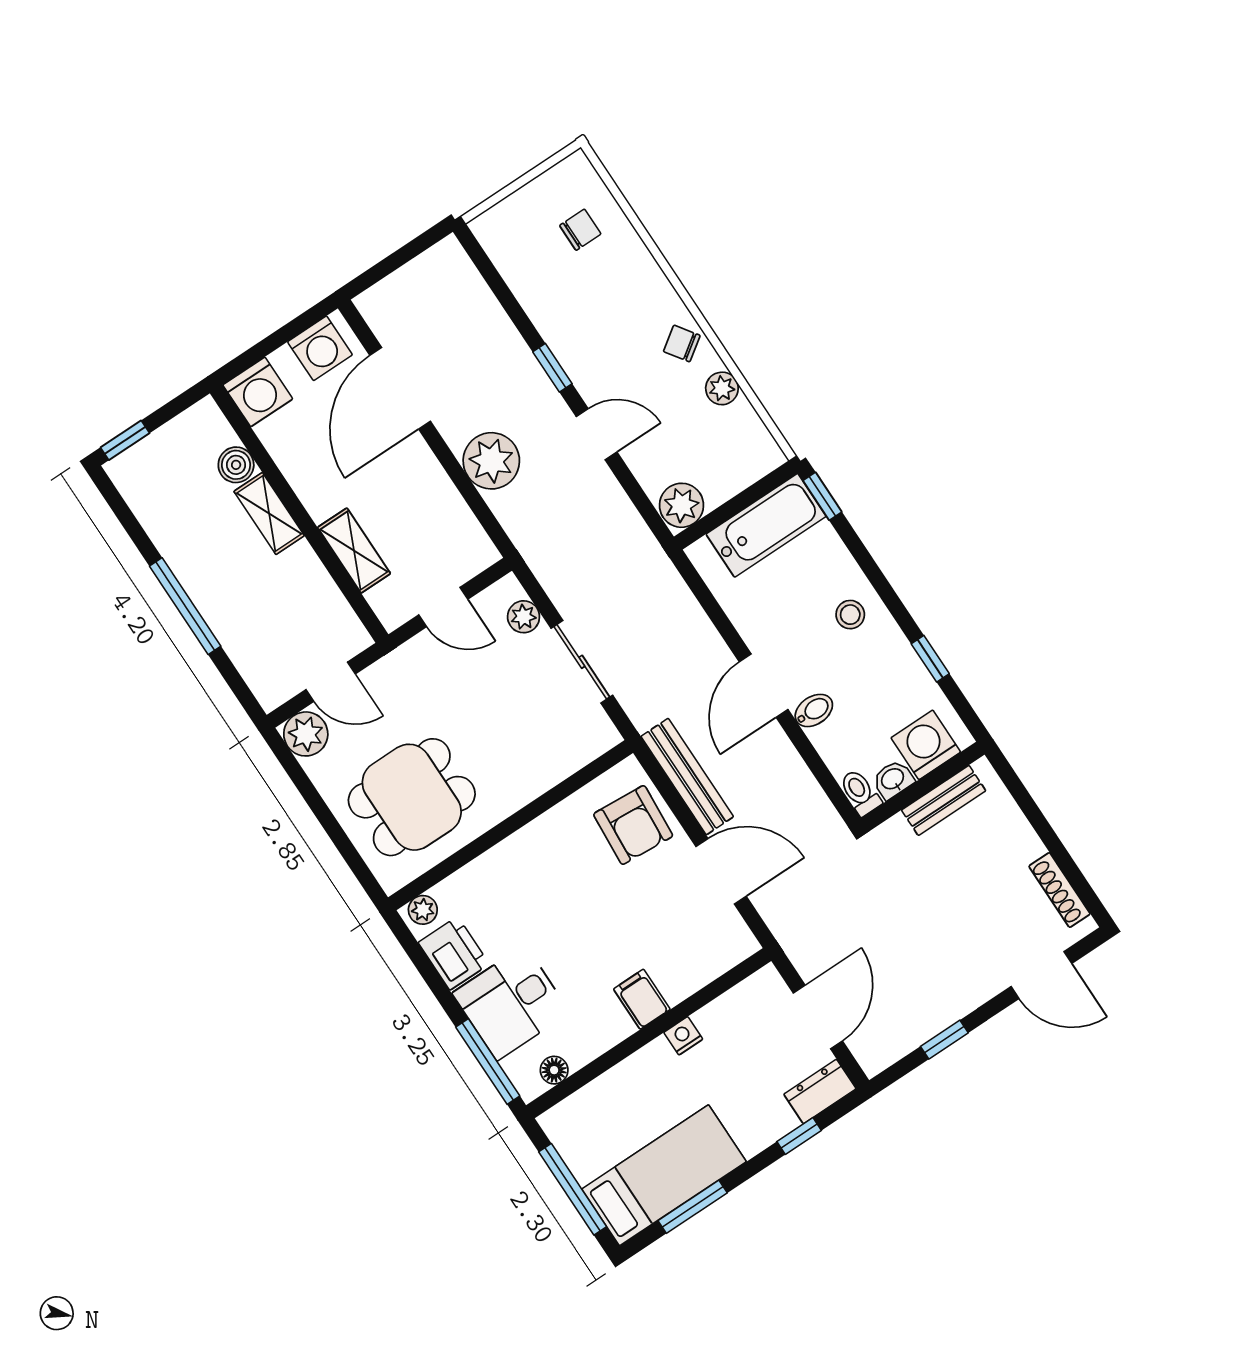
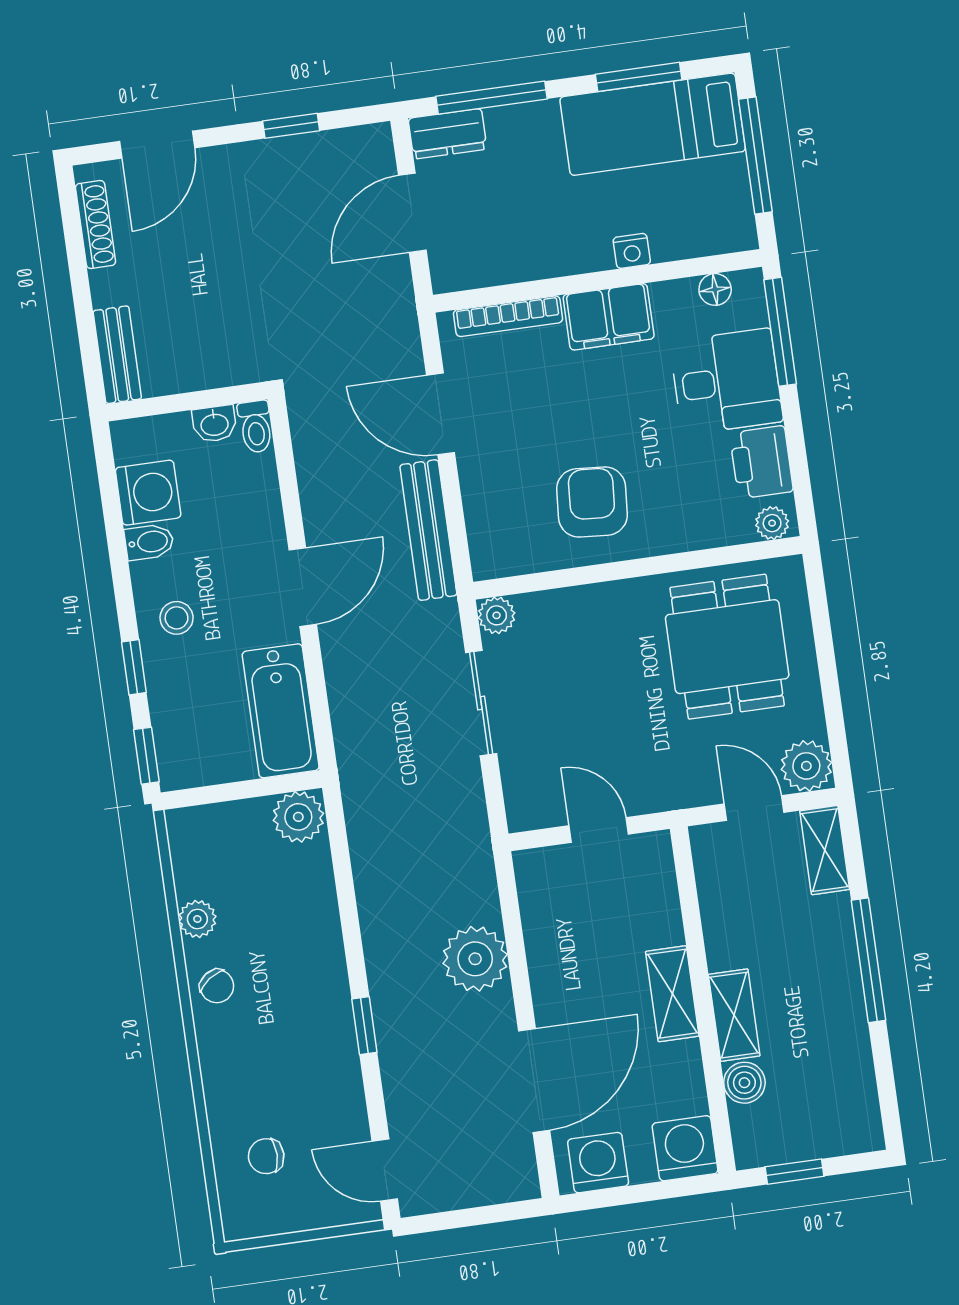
door: (597, 434) -> (385, 1170), moved
window: (125, 440) -> (795, 1172), moved
bathtub: (766, 525) -> (281, 711), moved, turned -90
shelving: (354, 551) -> (672, 994), moved
plant: (524, 617) -> (497, 615), moved
window: (930, 659) -> (134, 667), moved
shelving: (260, 675) -> (825, 850), added
bidet: (814, 710) -> (149, 542), moved, turned 180
washing machine: (926, 745) -> (148, 493), moved, turned -90
dining table: (412, 797) -> (727, 647), turned 90
bench: (944, 800) -> (117, 355), moved, turned 90
armchair: (633, 825) -> (592, 502), moved
bookcase: (705, 972) -> (508, 316), added
door: (1041, 975) -> (157, 145), swing flipped
filing cabinet: (642, 999) -> (609, 317), width x2.00
nightstand: (683, 1036) -> (632, 251), moved
window: (799, 1136) -> (492, 98), width x2.17

